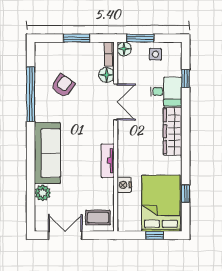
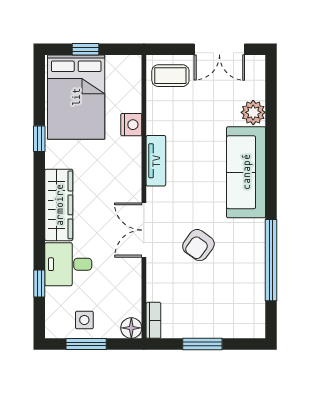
window: (140, 38) -> (86, 344), moved
floor lamp: (107, 75) -> (158, 289), removed
armchair: (63, 86) -> (198, 245), moved
double door: (116, 102) -> (144, 230), moved
window: (186, 194) -> (39, 139), moved

